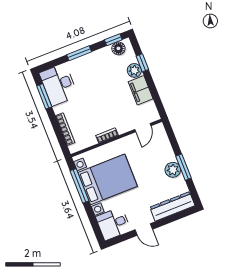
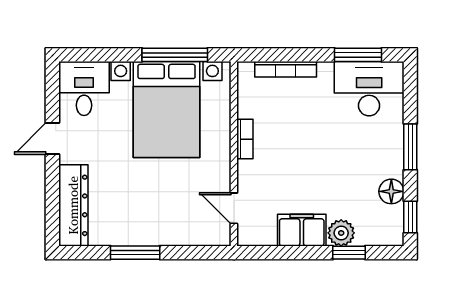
floor lamp: (118, 48) -> (391, 191), moved
plant: (173, 170) -> (138, 232), removed

